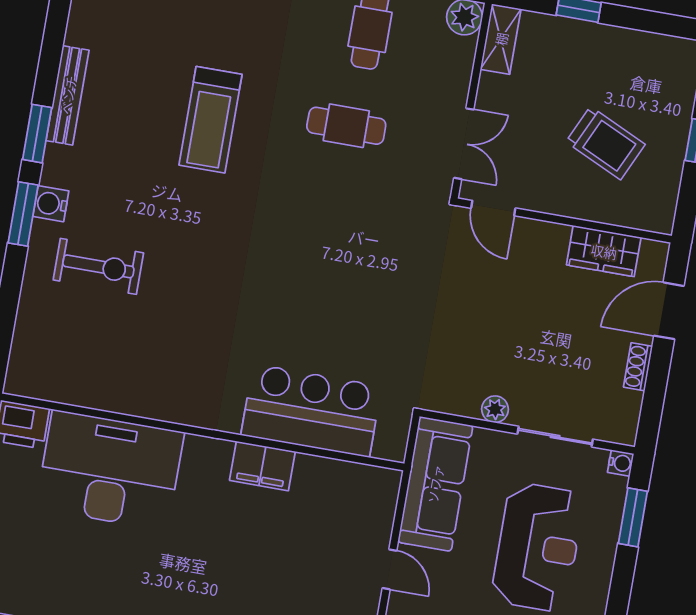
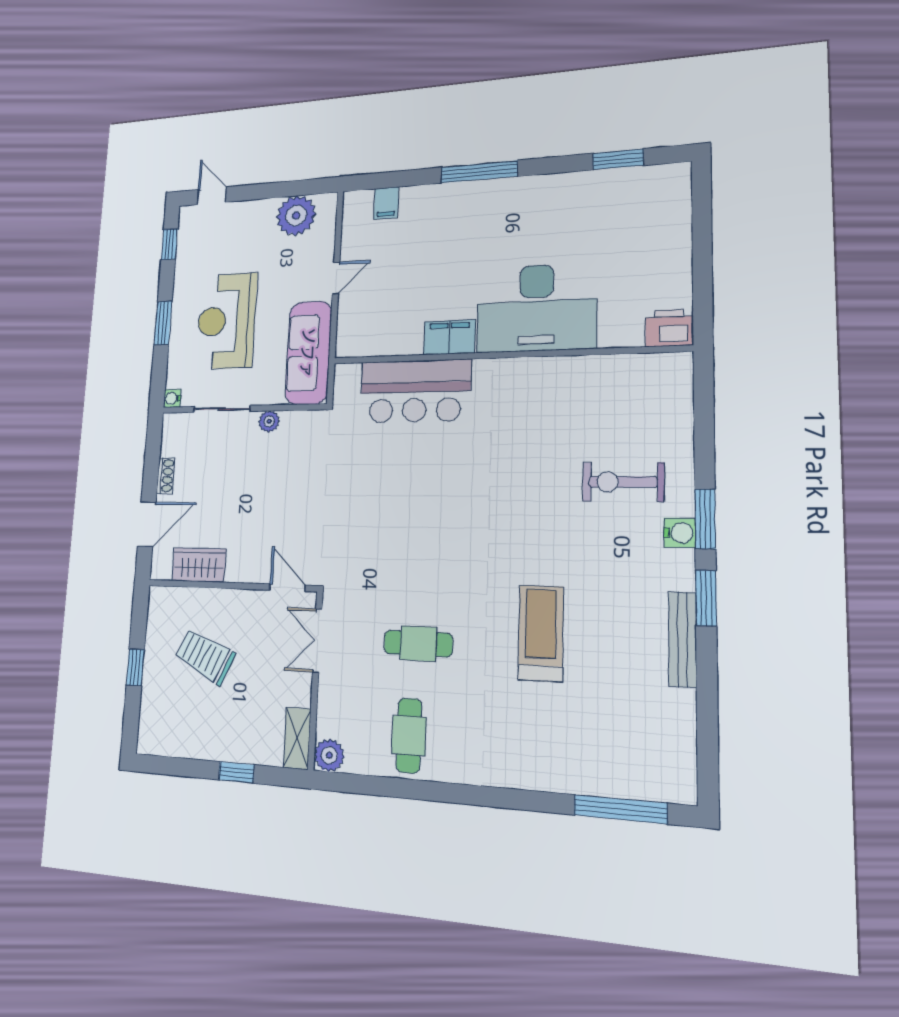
desk: (110, 470) -> (536, 308), moved
window: (633, 517) -> (163, 323), moved
door: (390, 569) -> (336, 278), swing flipped

